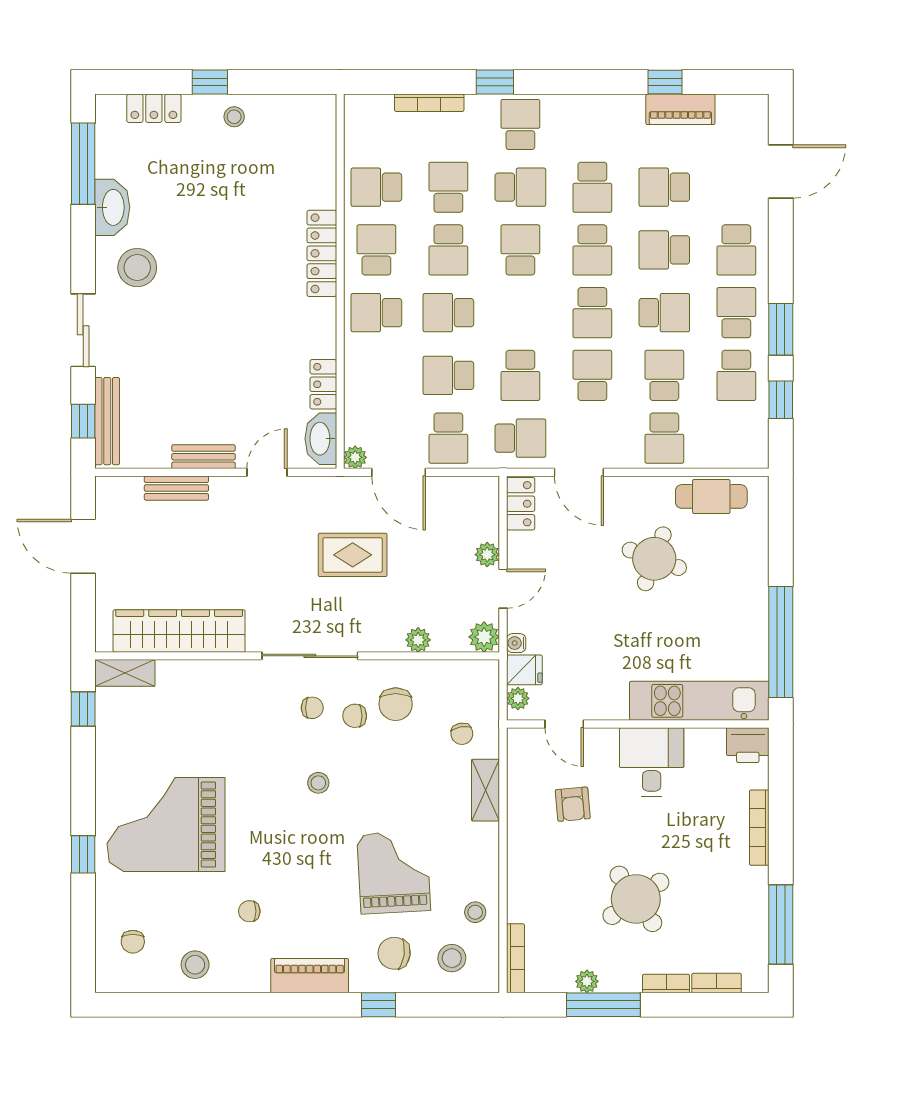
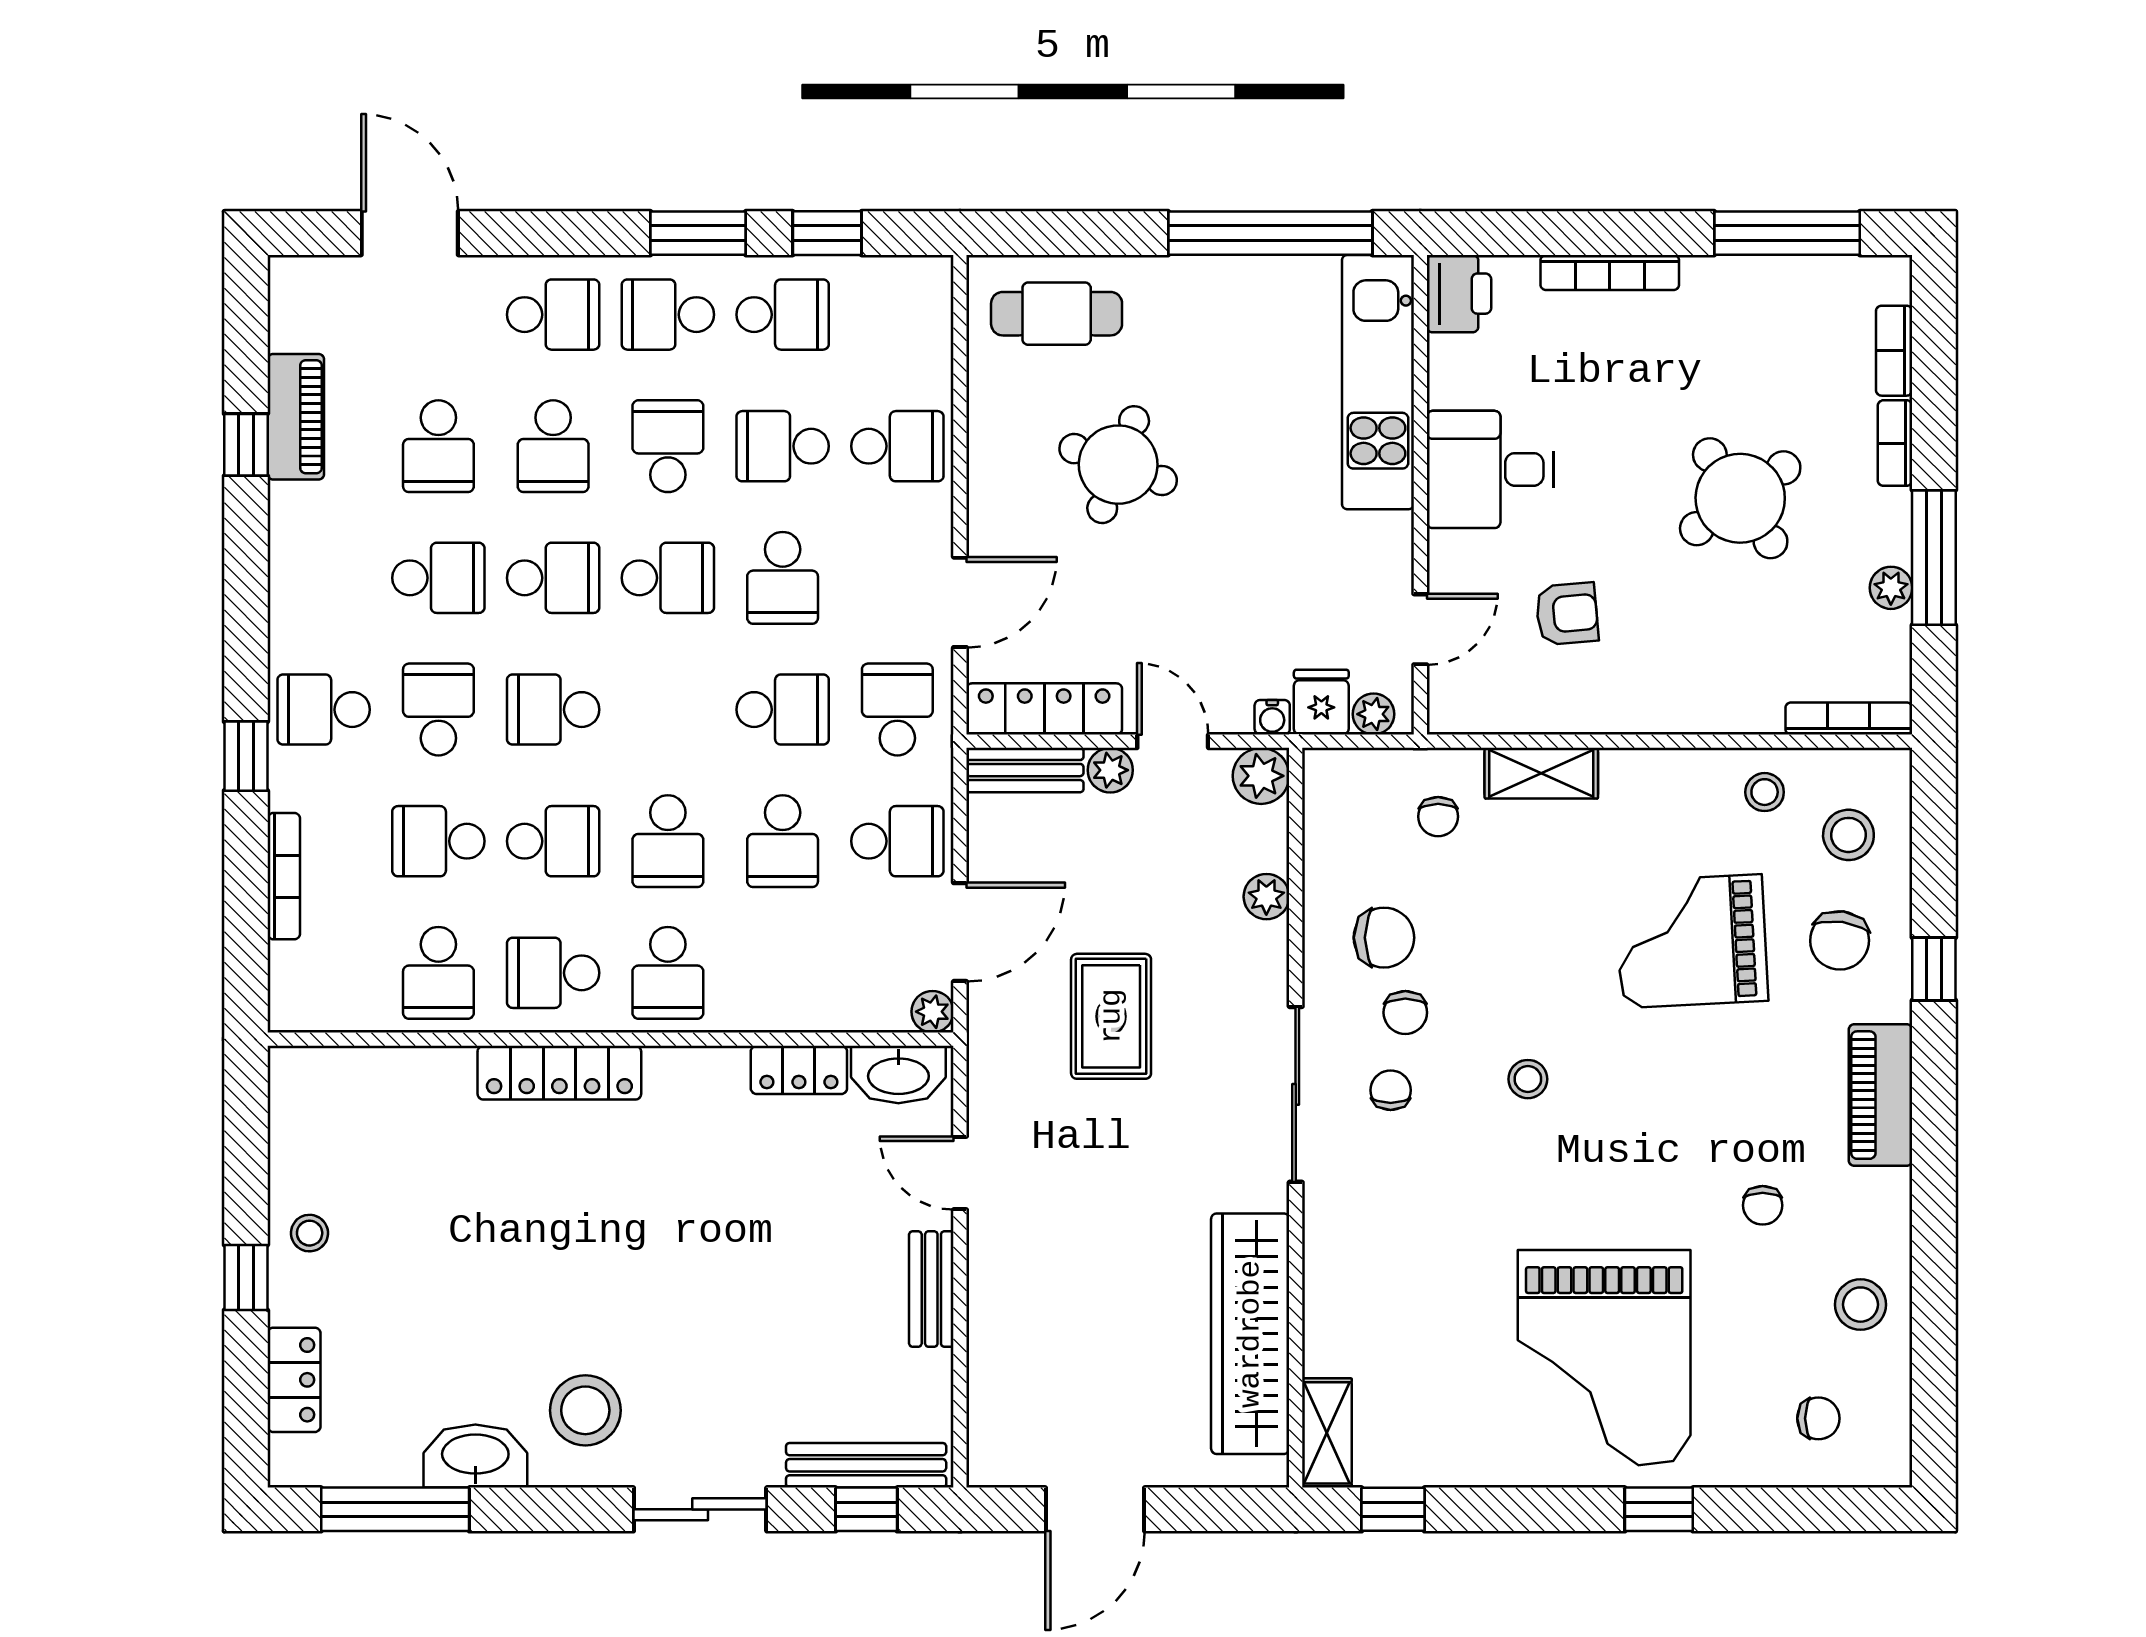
school desk: (592, 375) -> (783, 578), turned -90
bench: (176, 488) -> (1025, 770), moved, turned 90
cafe table: (711, 496) -> (1057, 314), moved, turned 90
locker: (521, 504) -> (1044, 709), width x1.53
chair: (462, 734) -> (1438, 817), turned 100

